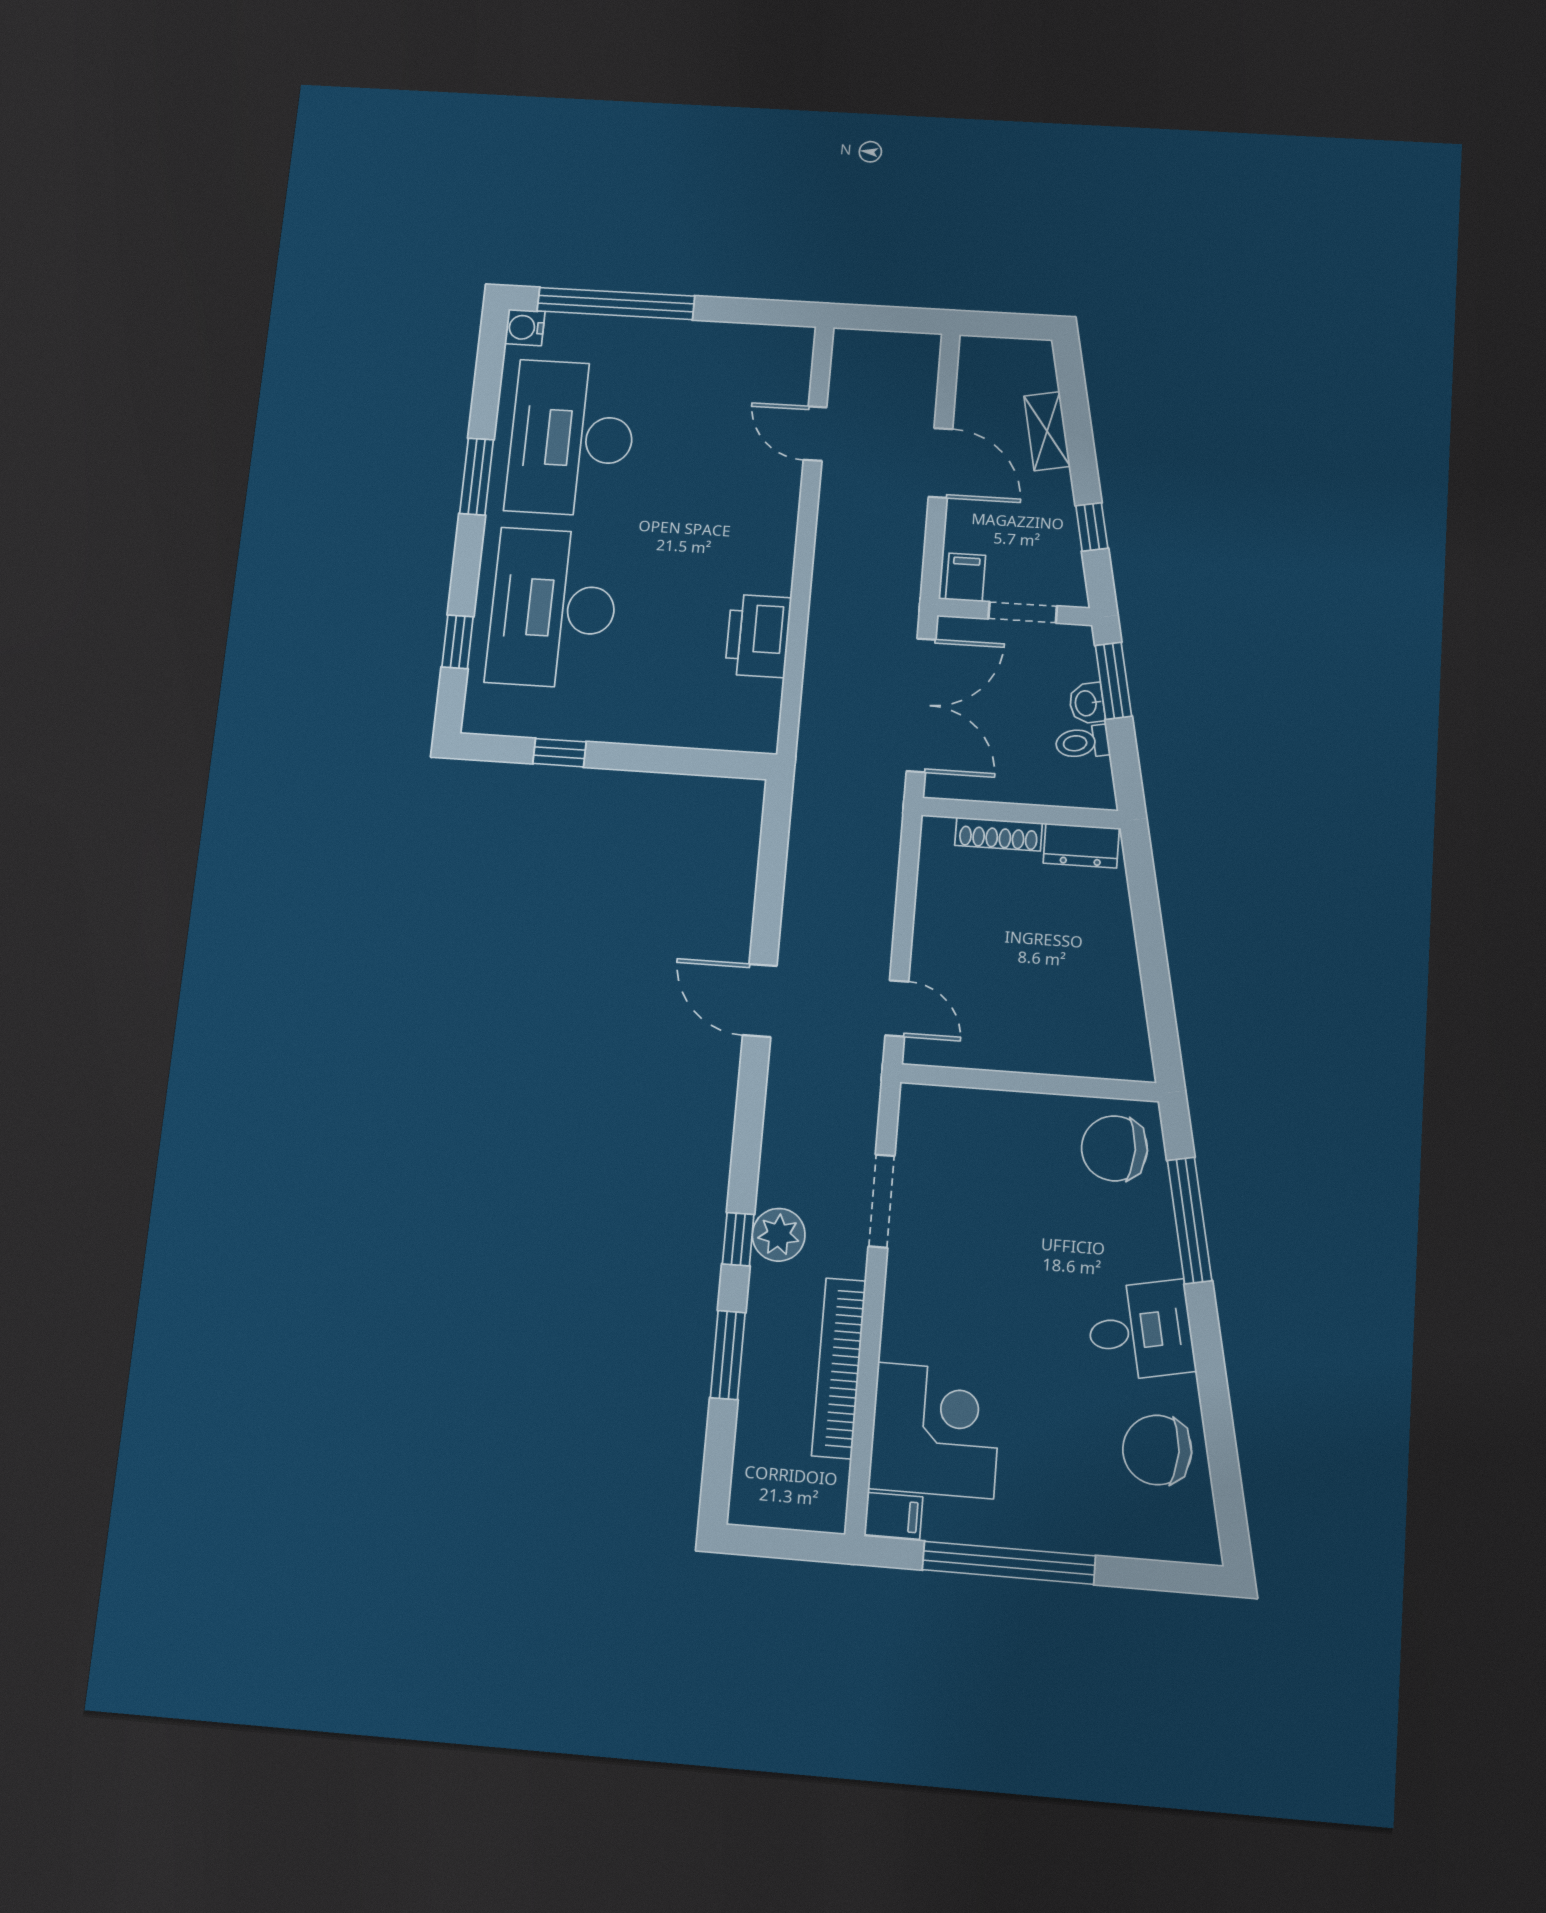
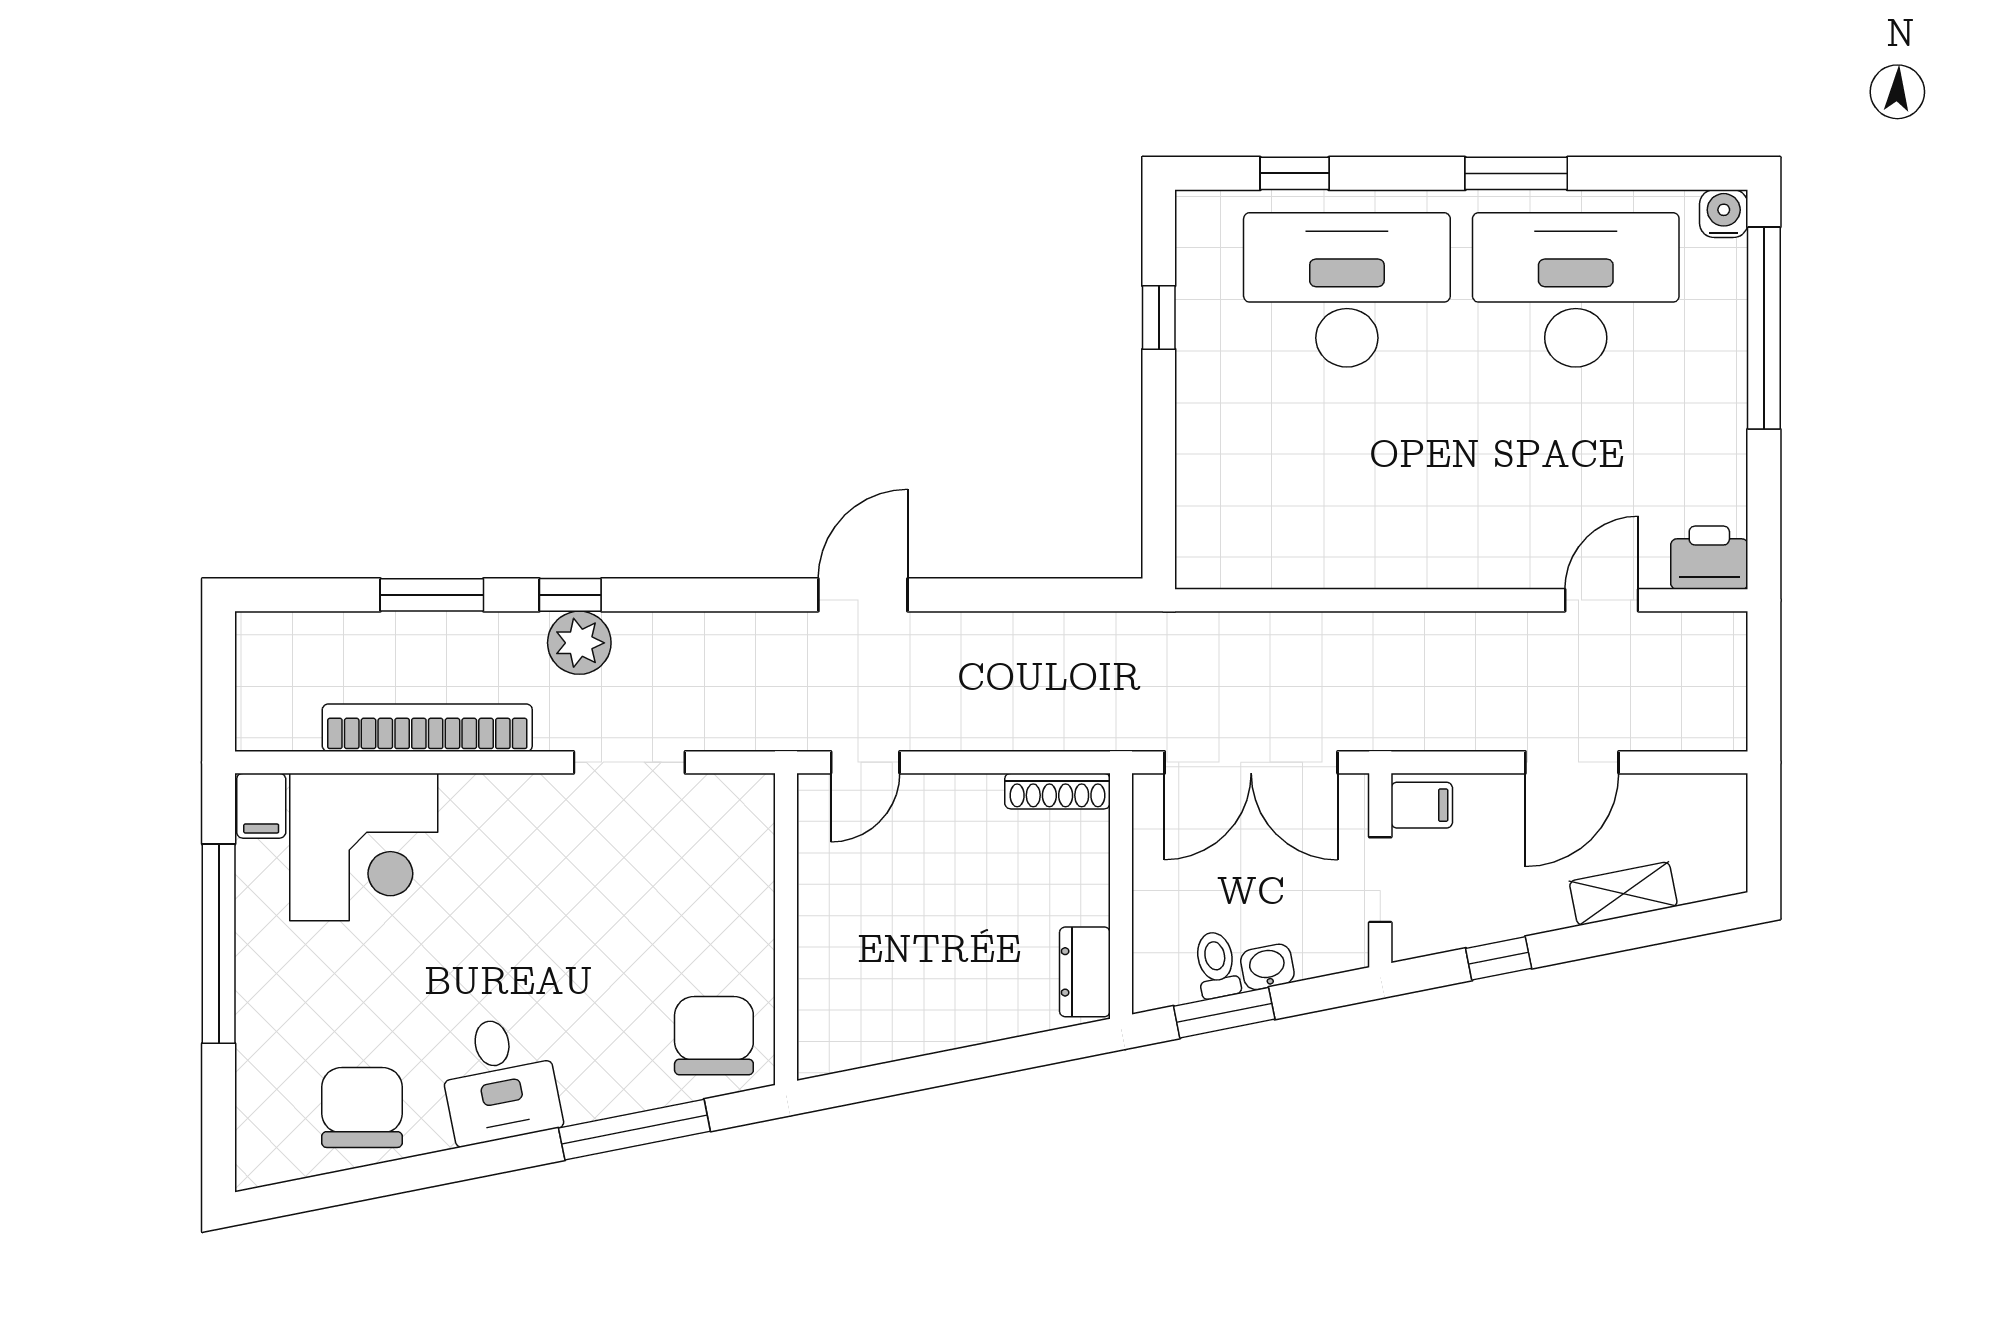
printer: (758, 636) -> (1709, 558), moved, width x0.73, depth x0.84
window: (1113, 681) -> (1224, 1013), moved
shoe rack: (999, 834) -> (1057, 791), moved, turned -90

